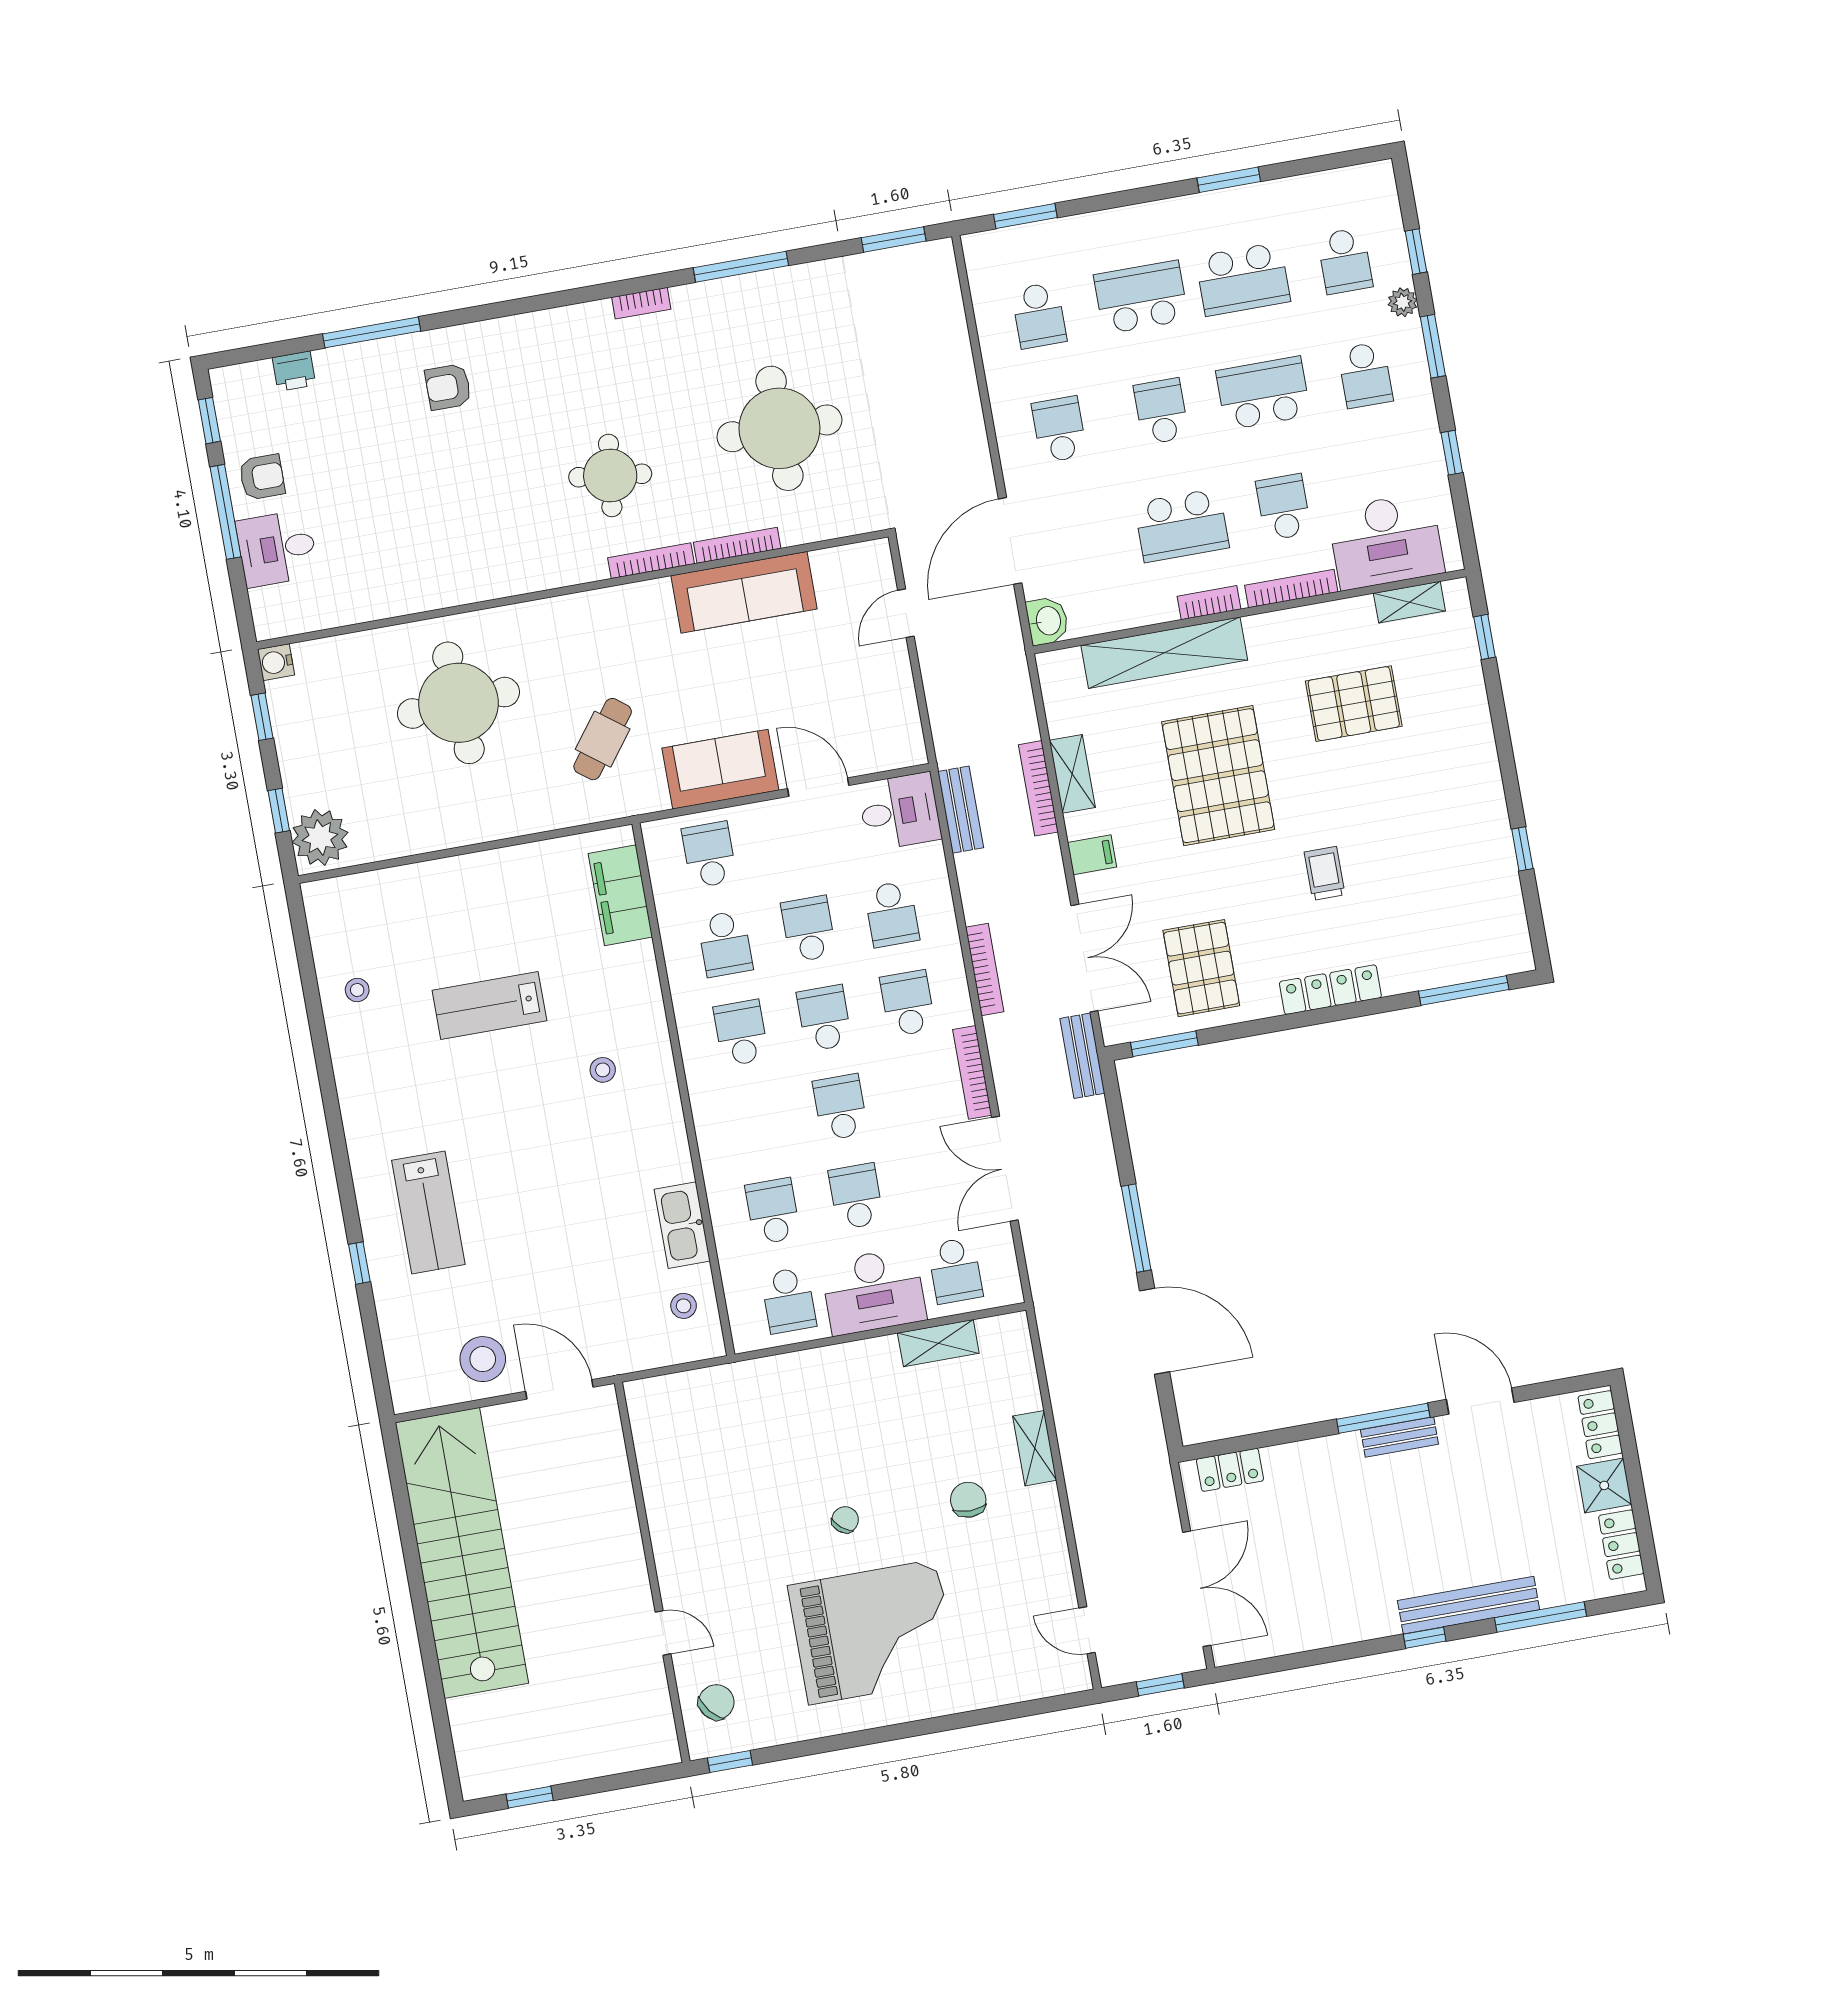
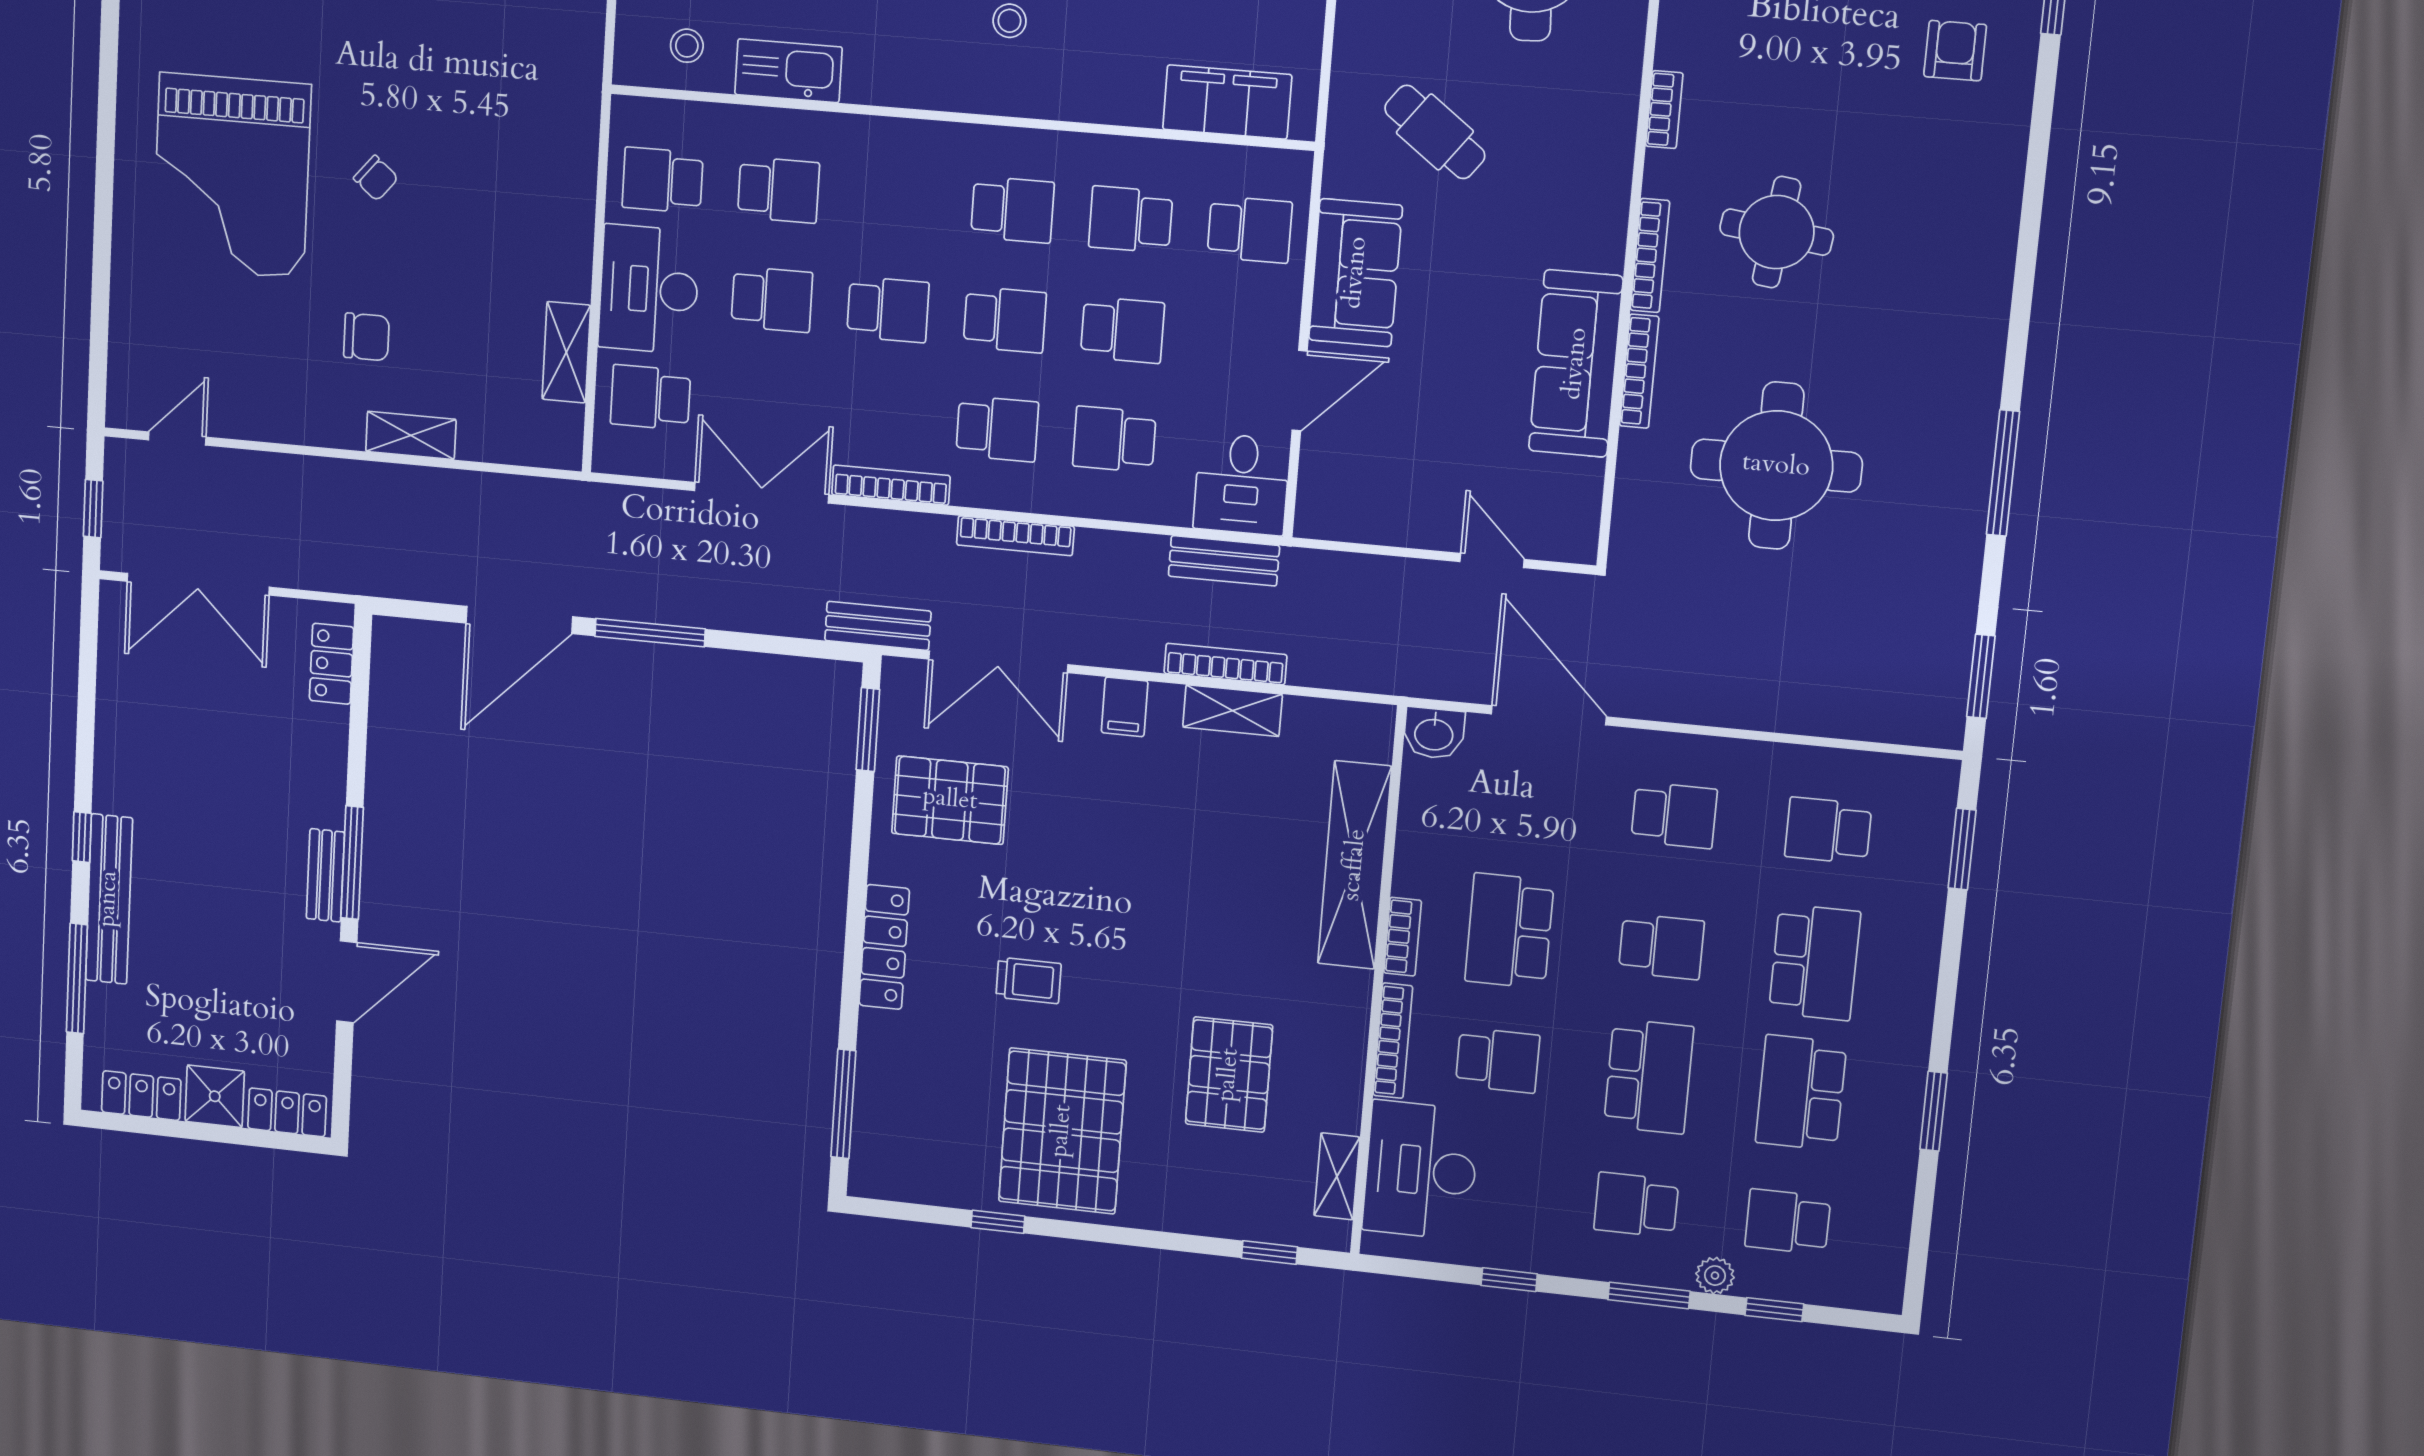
bookcase: (641, 303) -> (1664, 110), moved, turned 180
pallet: (1218, 776) -> (1062, 1131), moved, turned 90

